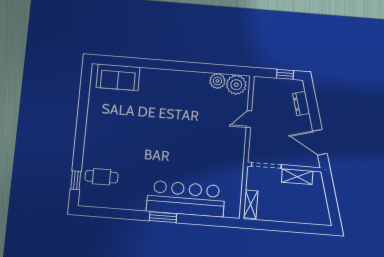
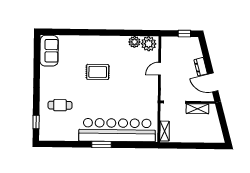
sofa: (118, 77) -> (49, 51), moved, turned -90
dresser: (301, 103) -> (201, 67), moved
rug: (165, 118) -> (98, 72), added
cafe table: (102, 177) -> (60, 105), moved
bar counter: (186, 199) -> (117, 130), width x1.36

